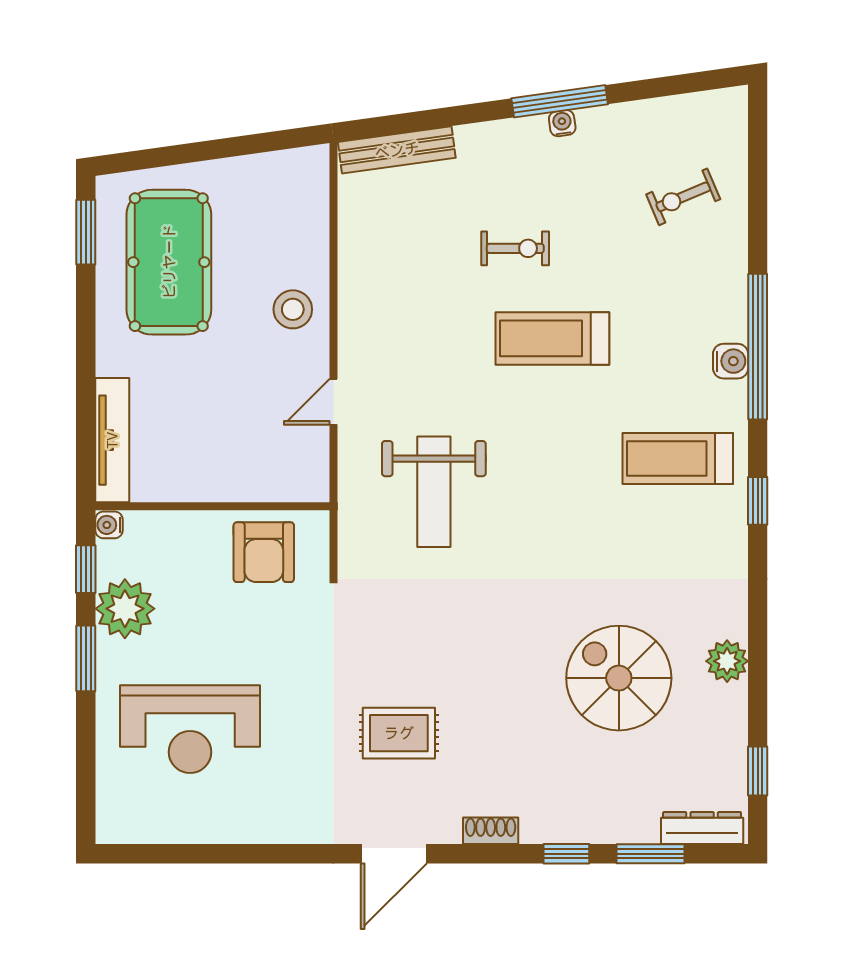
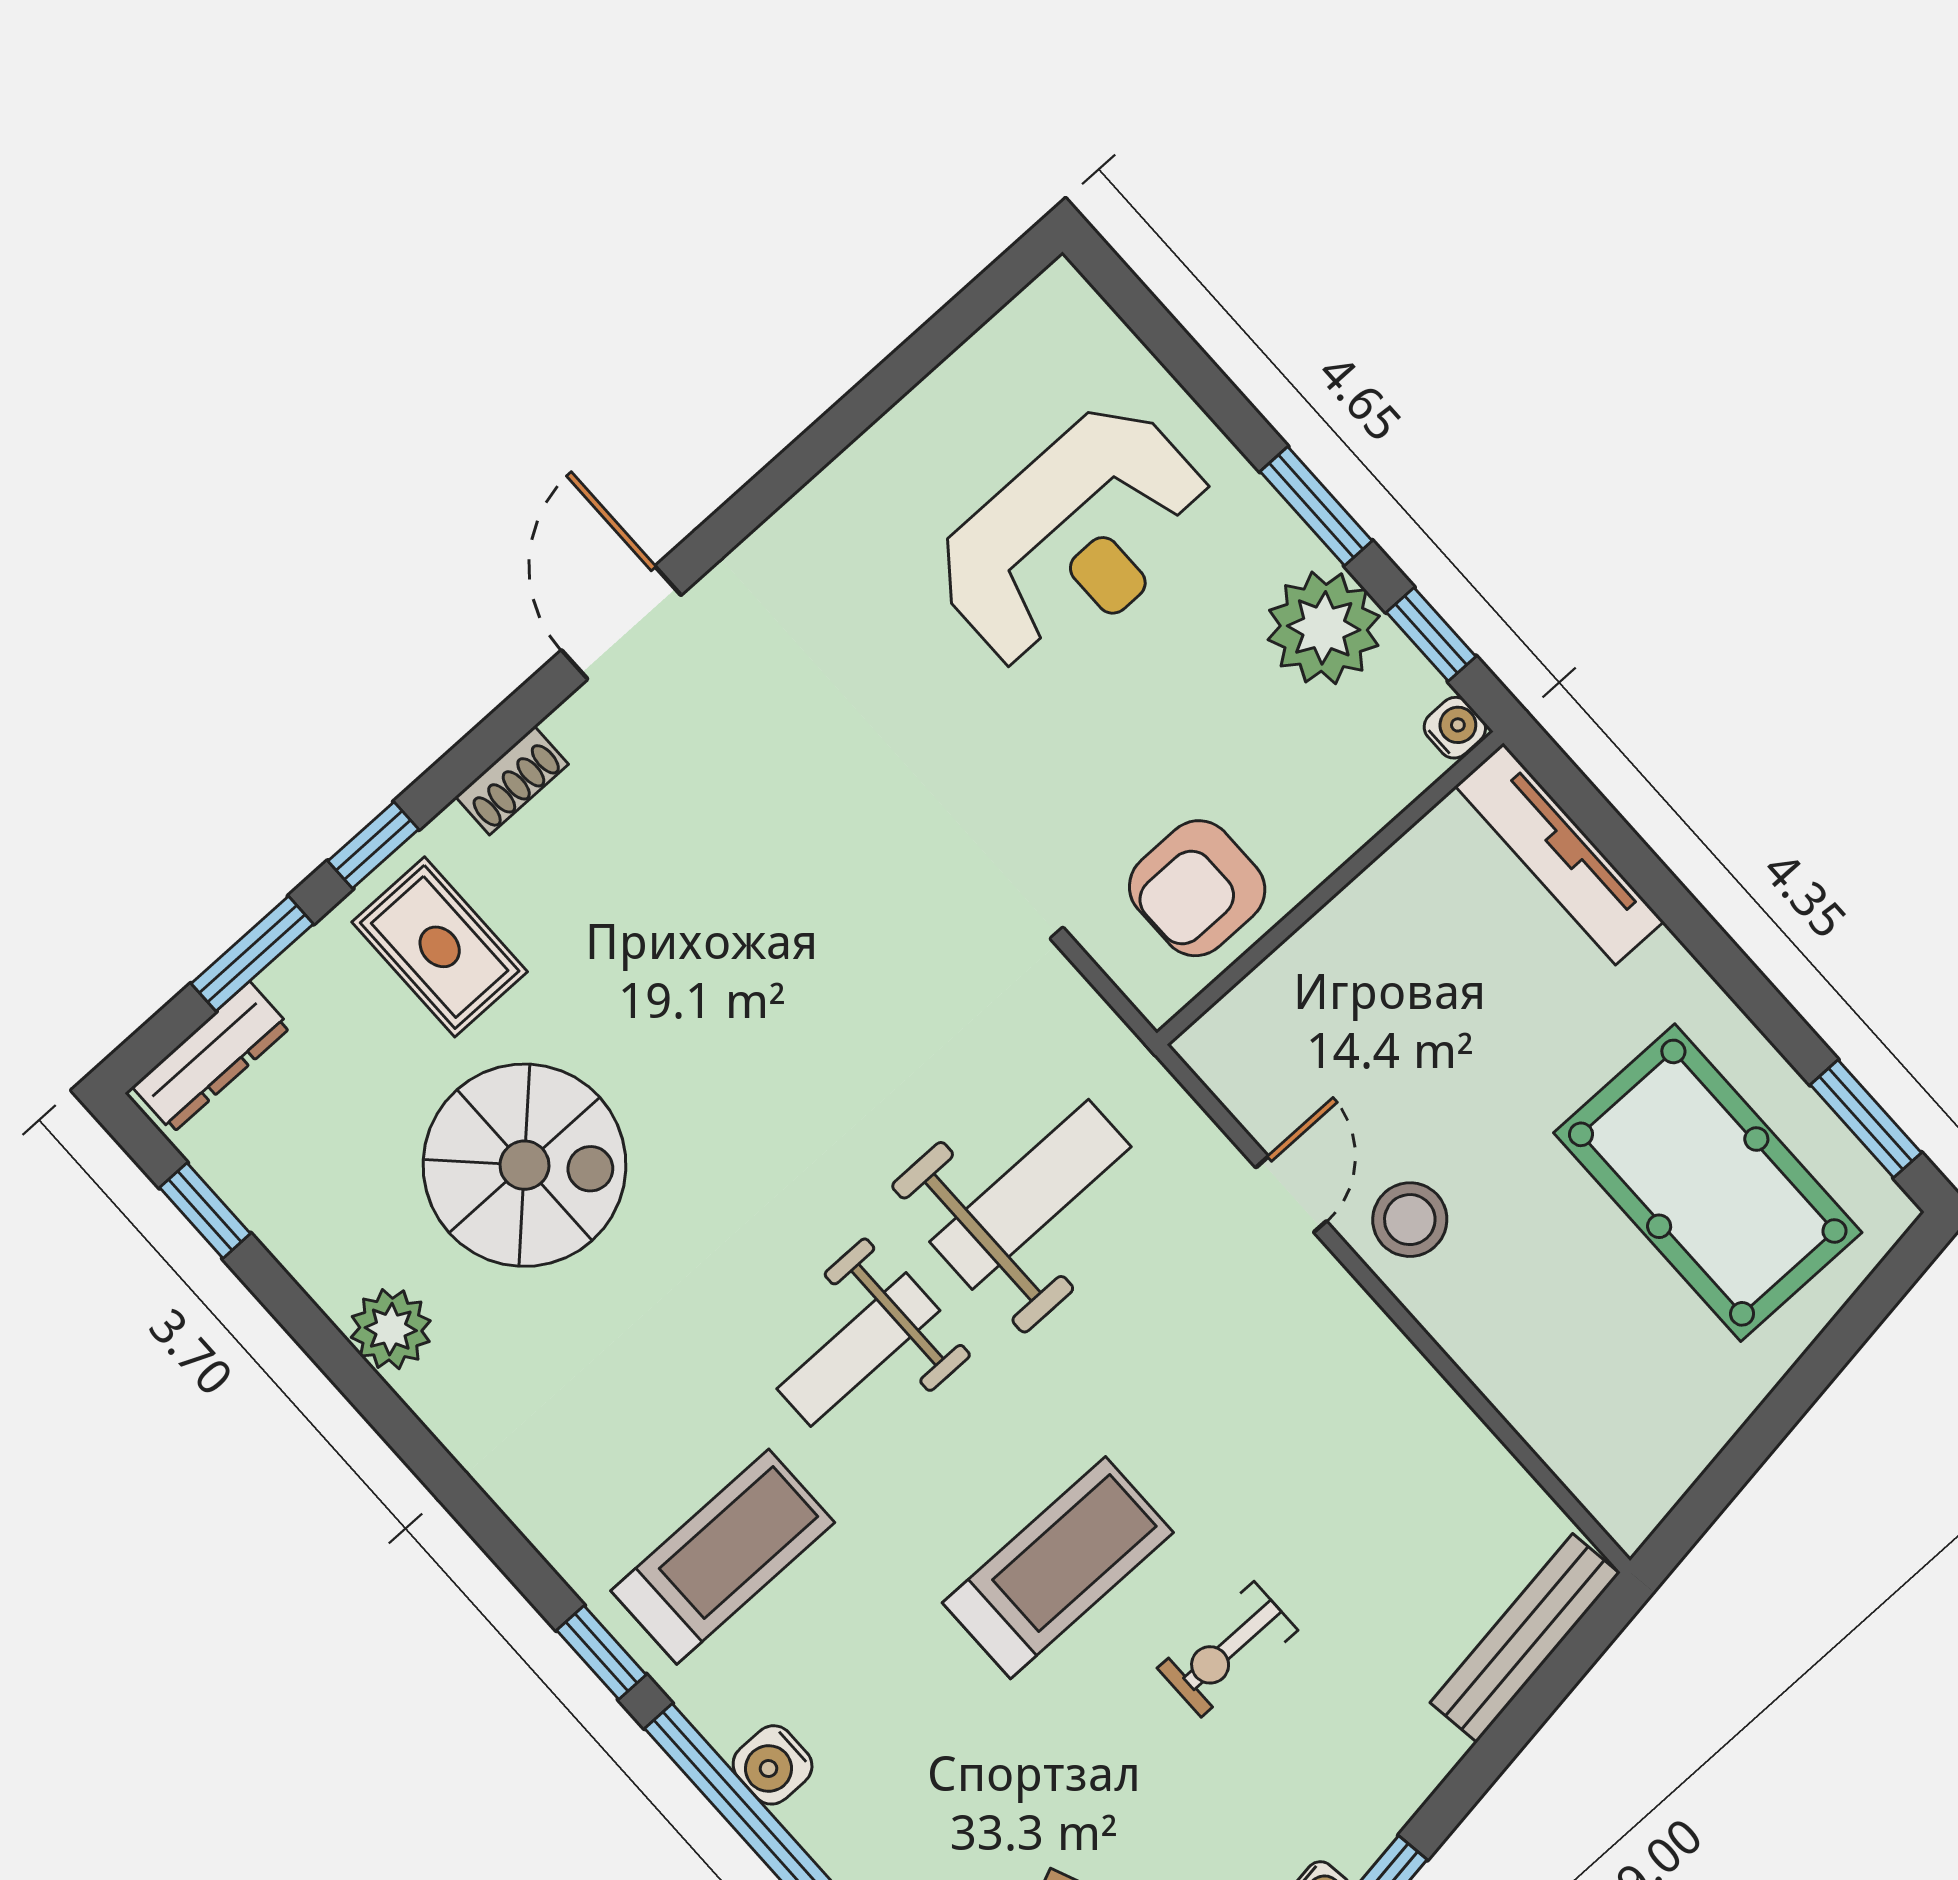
stool: (293, 309) -> (1410, 1220), moved
weight bench: (434, 492) -> (1030, 1194), turned 90
weight bench: (554, 492) -> (858, 1350), added
window: (758, 501) -> (601, 1652), moved
armchair: (264, 552) -> (1197, 888), turned -90
reception desk: (190, 729) -> (1075, 539), turned 180
rug: (399, 733) -> (440, 947), moved, turned 90

